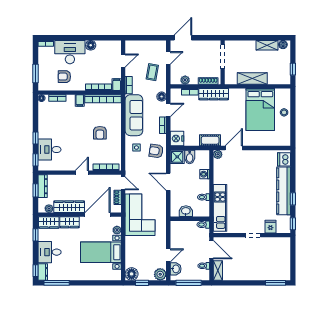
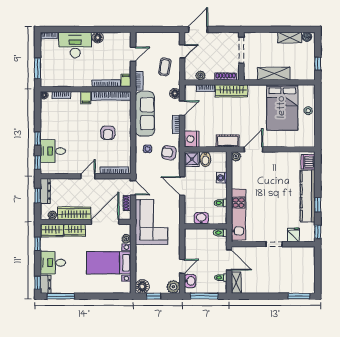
armchair: (64, 77) -> (69, 72), removed

